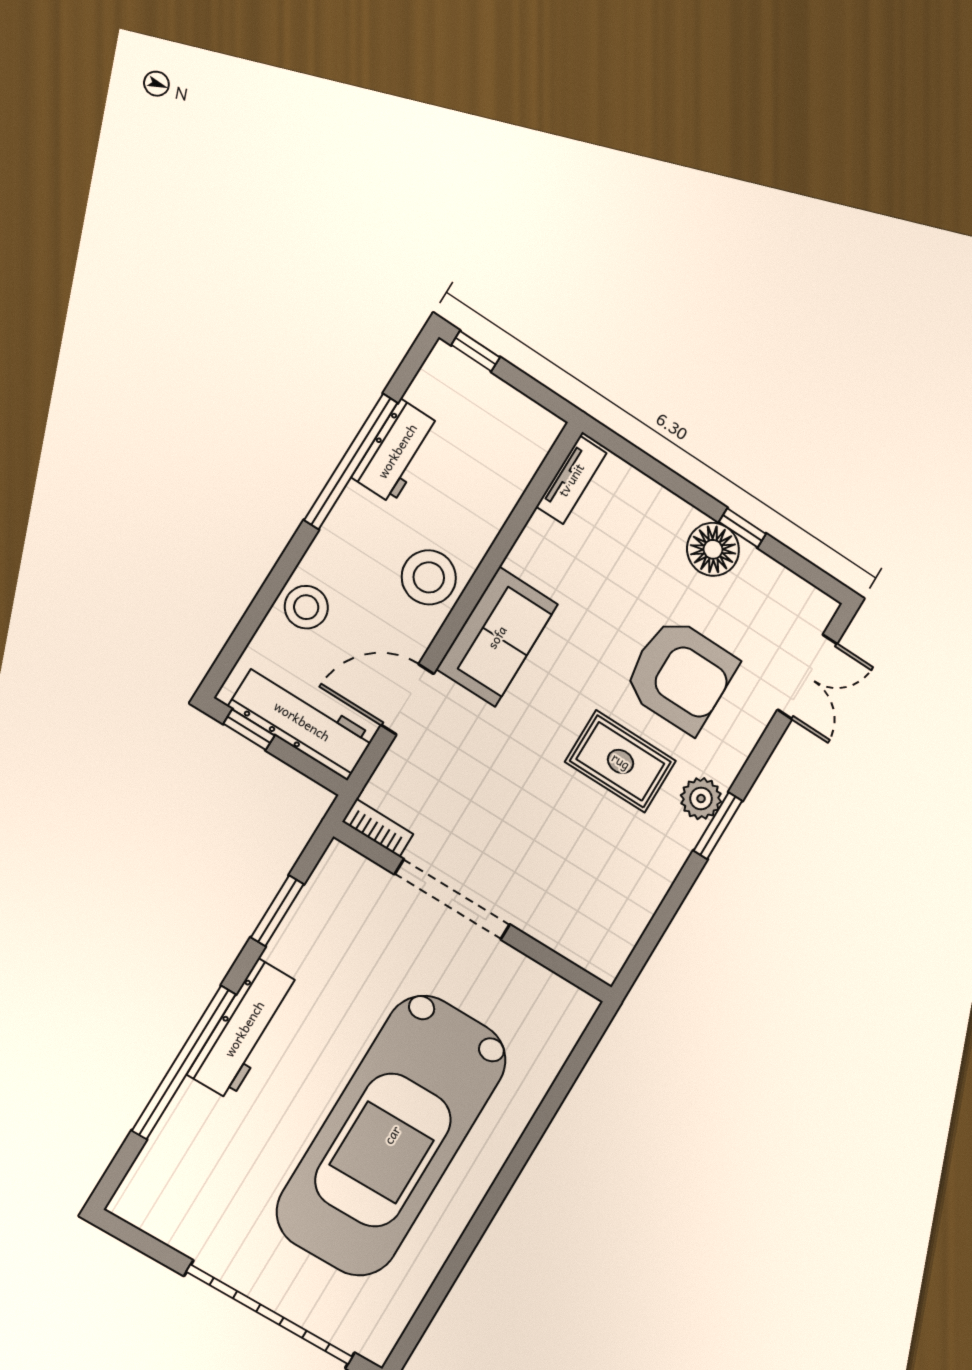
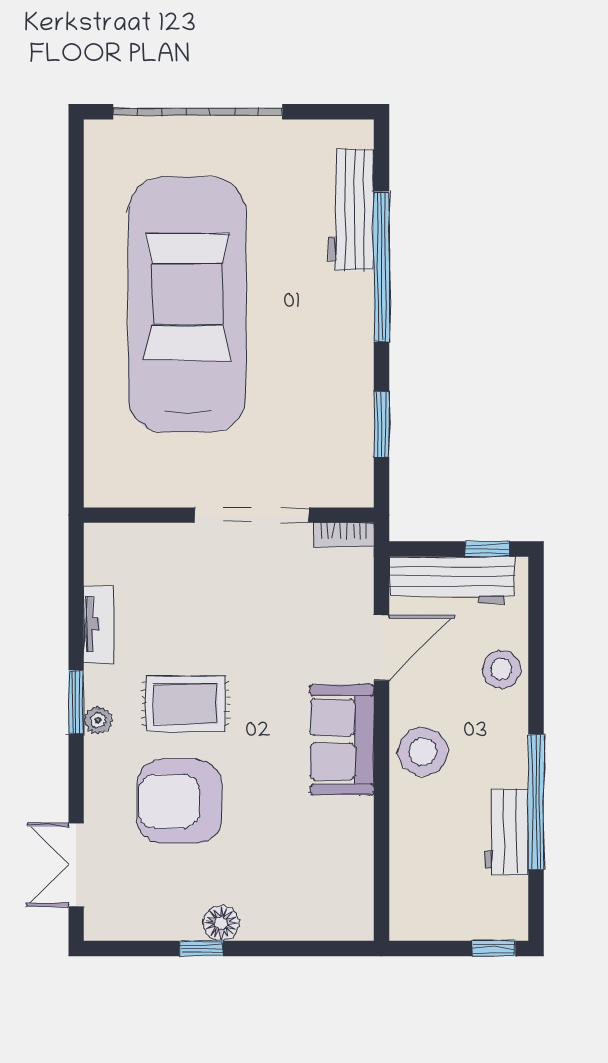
tv unit: (571, 480) -> (98, 624), moved, turned 180
floor lamp: (713, 549) -> (221, 923), width x0.73, depth x0.73
plant: (701, 799) -> (98, 720), width x0.73, depth x0.73
workbench: (244, 1029) -> (351, 210), moved

